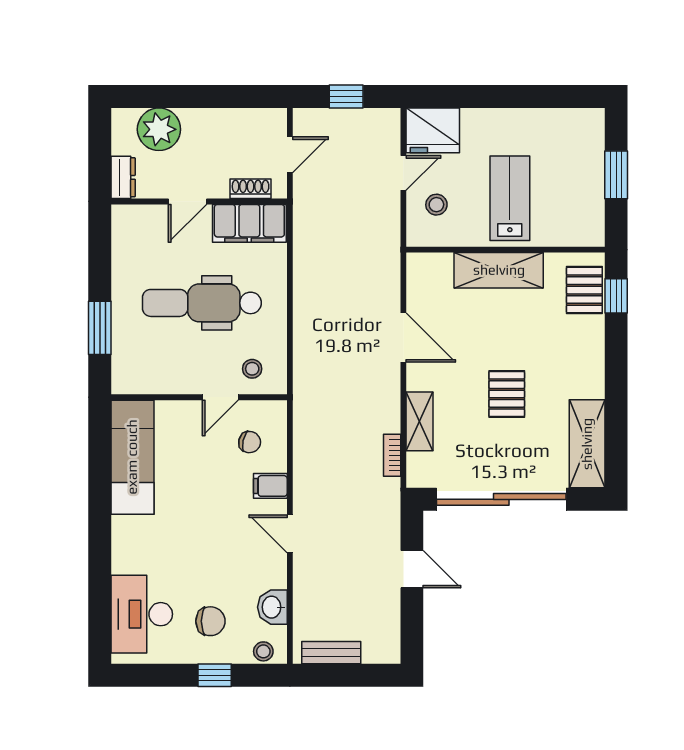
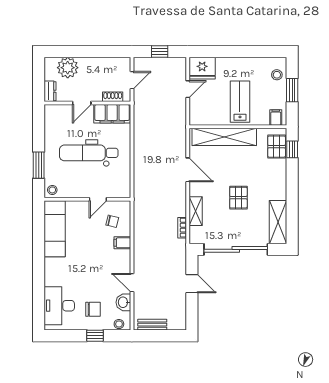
stool: (436, 205) -> (277, 75), moved
filing cabinet: (583, 231) -> (276, 117), added
shelving: (499, 270) -> (224, 137), width x1.47
stool: (252, 369) -> (52, 190), moved
door: (290, 534) -> (132, 283), moved

